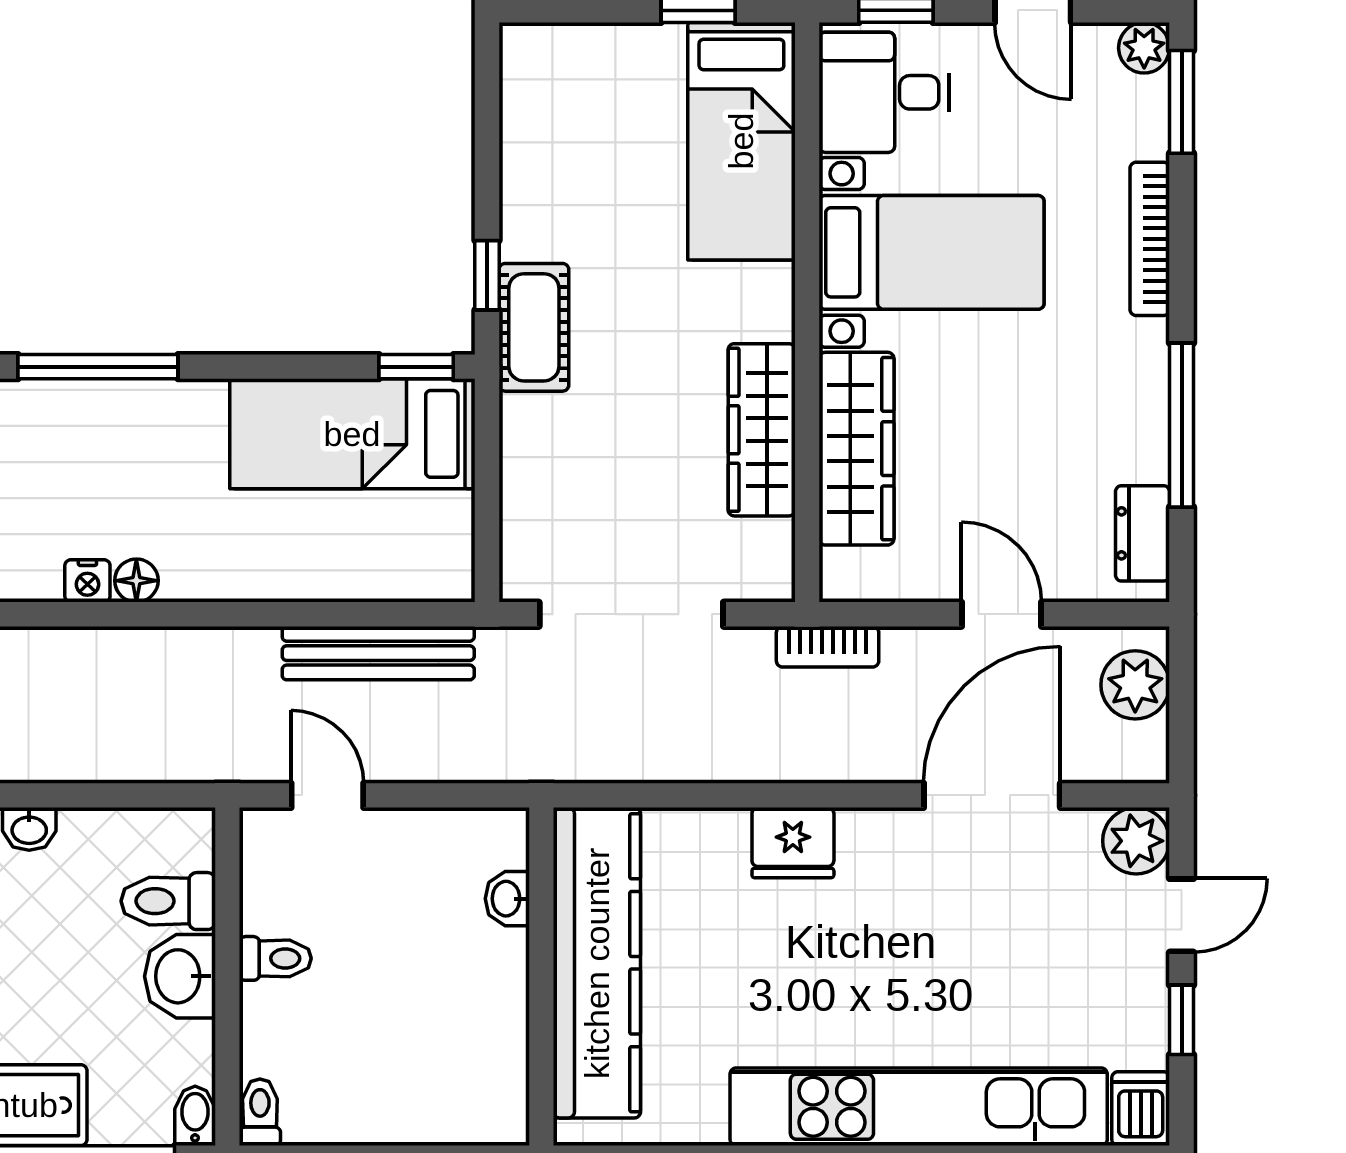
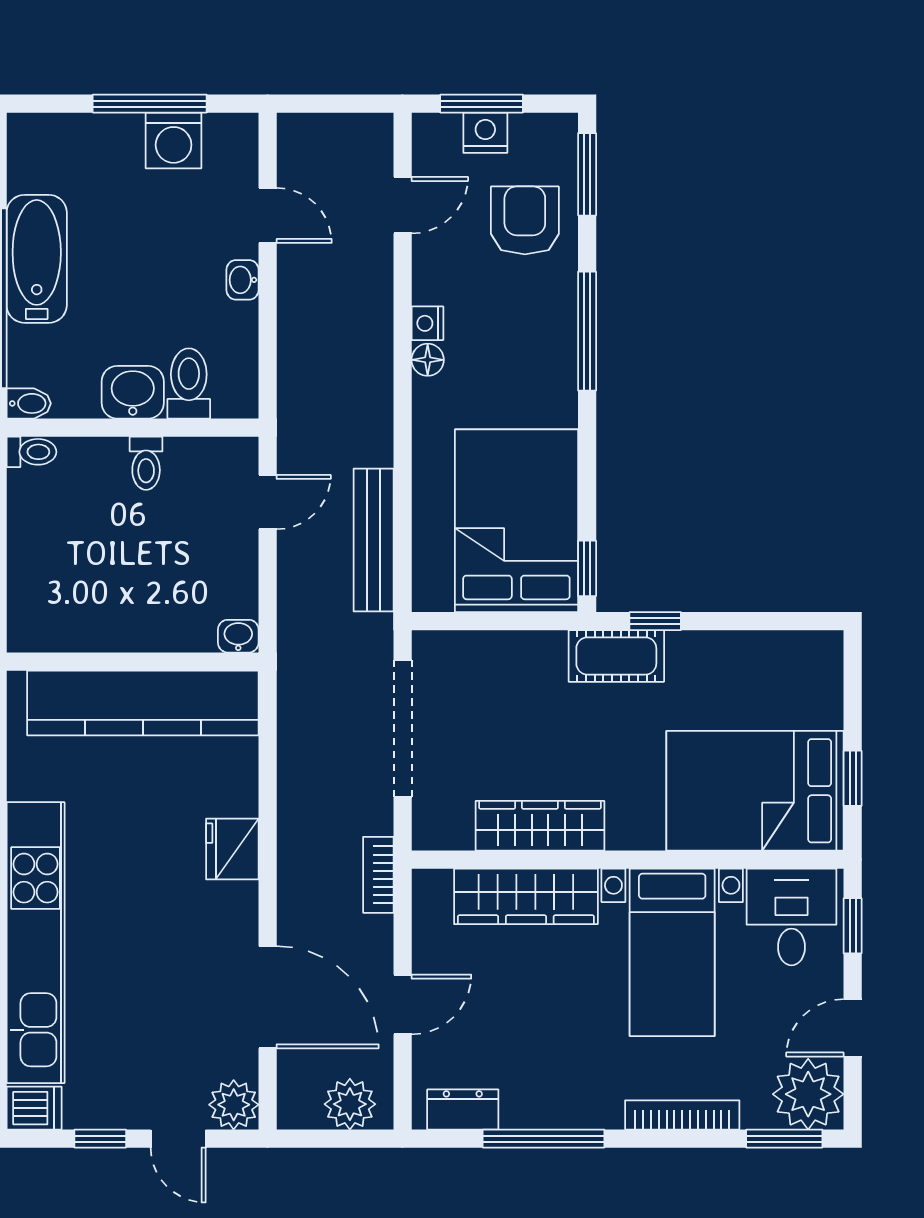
plant: (1144, 48) -> (808, 1094), width x1.88, depth x1.88
bed: (741, 141) -> (755, 791), width x1.50
bed: (352, 434) -> (516, 521), width x1.50
washbasin: (507, 899) -> (238, 636), moved

